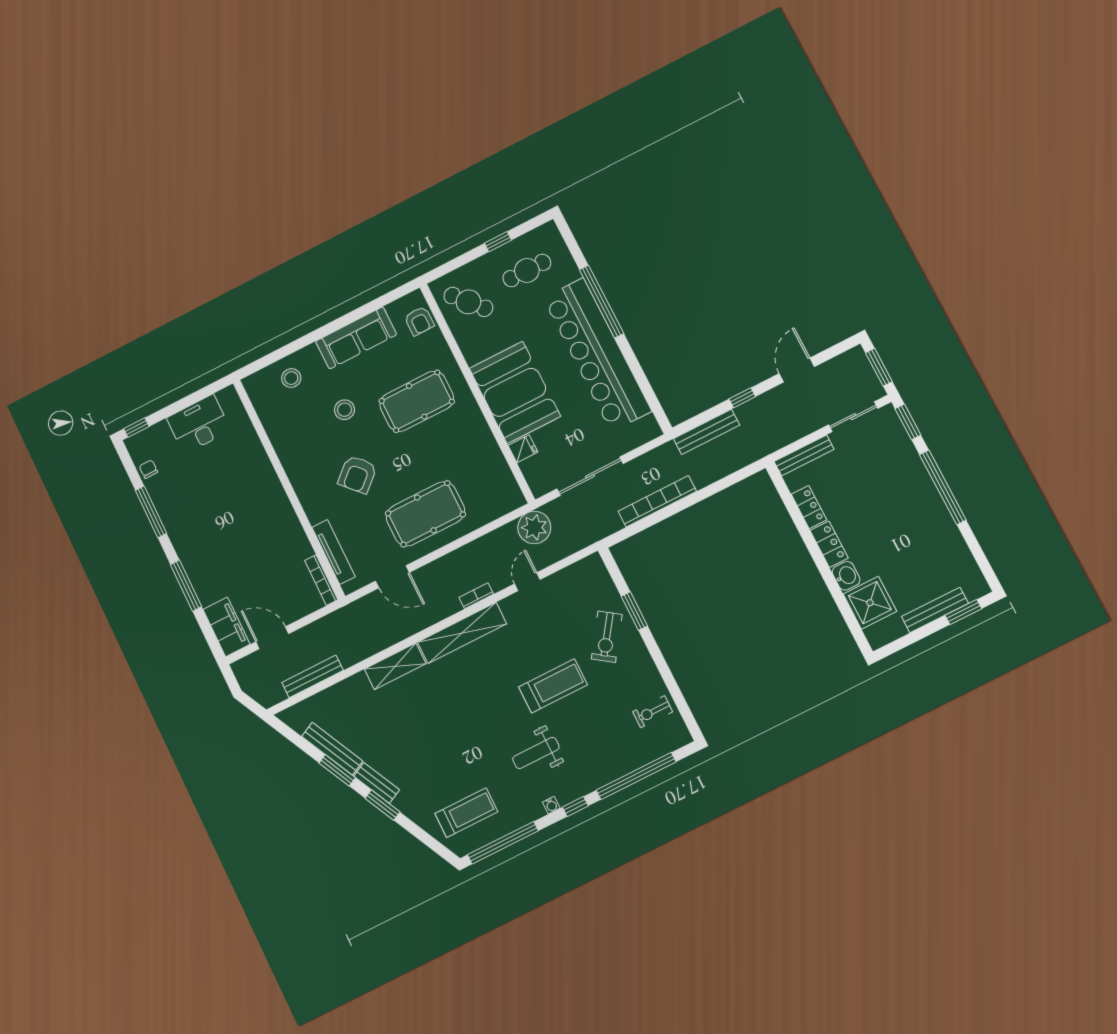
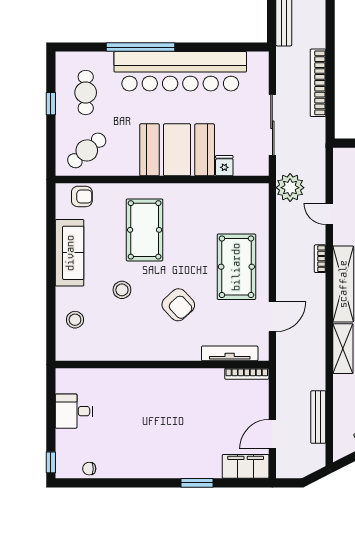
desk: (199, 424) -> (74, 411), width x0.73
window: (151, 512) -> (124, 483), removed
window: (186, 586) -> (197, 483), width x0.69

